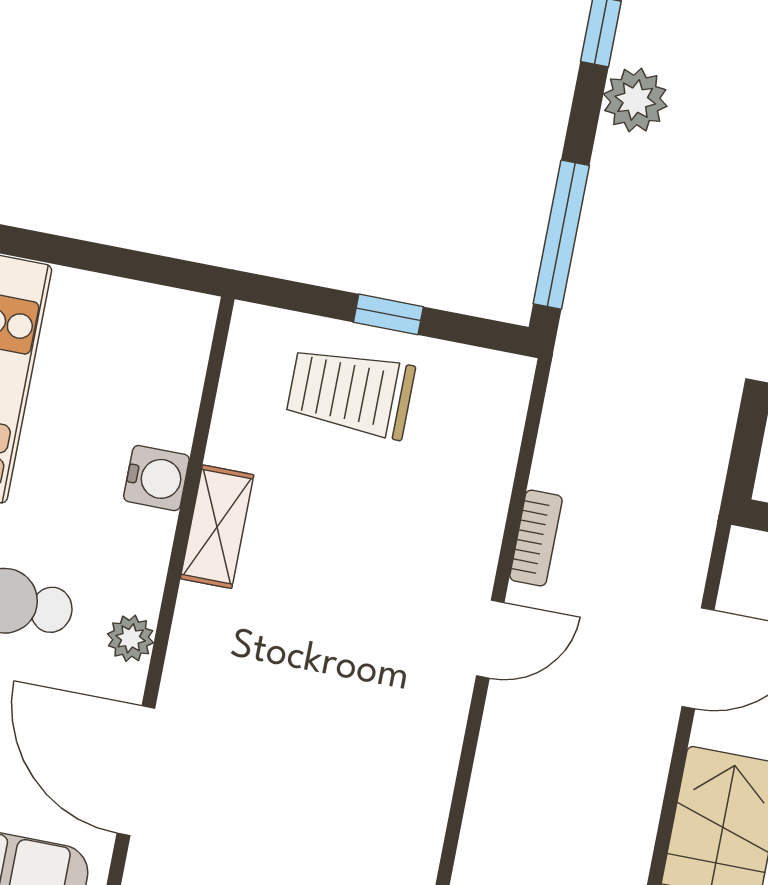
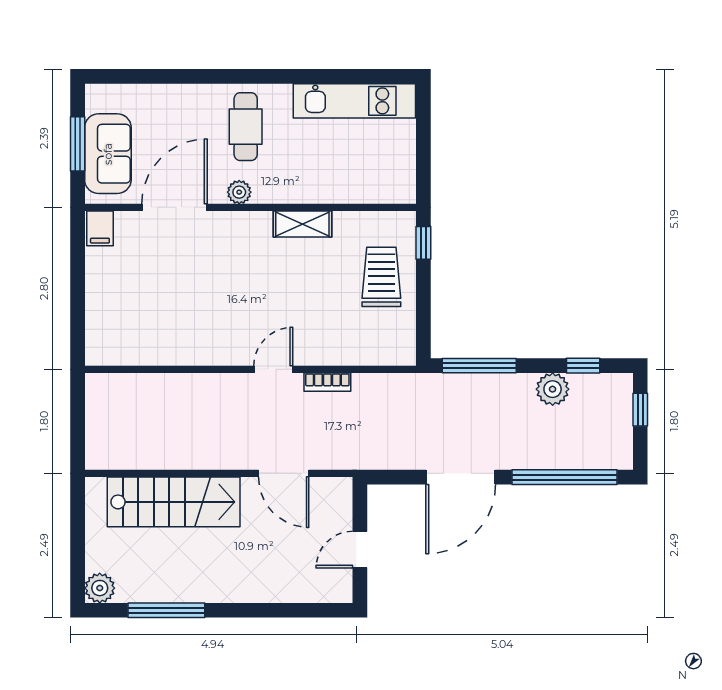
window: (388, 314) -> (423, 243), moved
water cooler: (156, 478) -> (321, 190), removed
door: (490, 639) -> (273, 369), swing flipped

